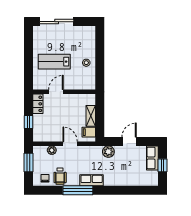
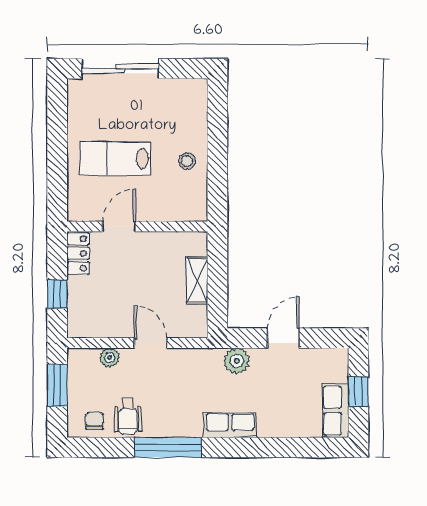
filing cabinet: (89, 132) -> (193, 317), removed
row of seats: (152, 158) -> (336, 410), moved
row of seats: (92, 180) -> (230, 425), moved

